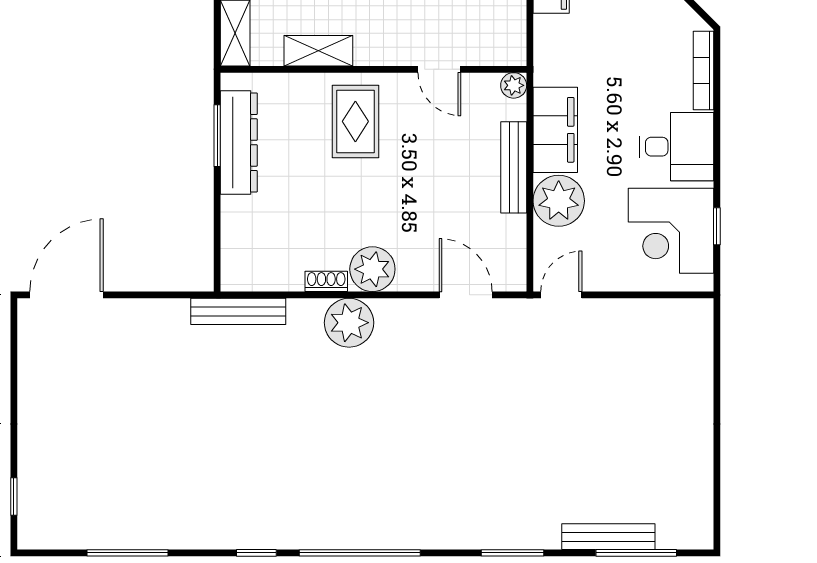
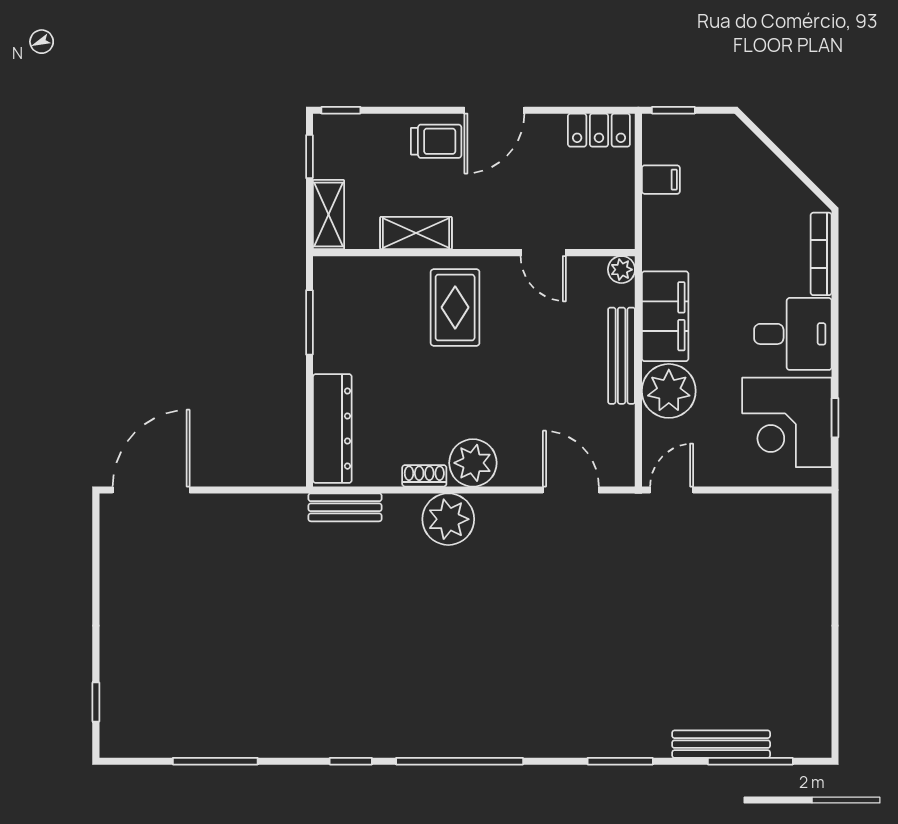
dresser: (239, 142) -> (332, 429), moved
bench: (238, 311) -> (345, 507), width x0.73

